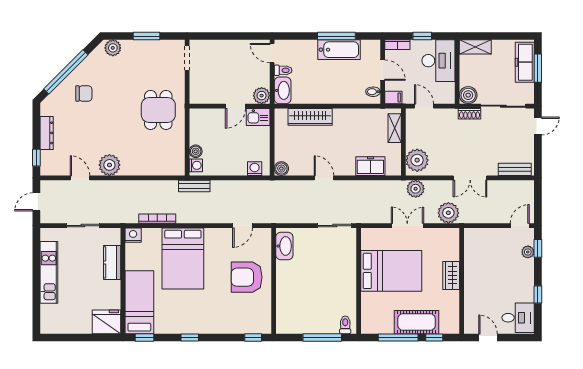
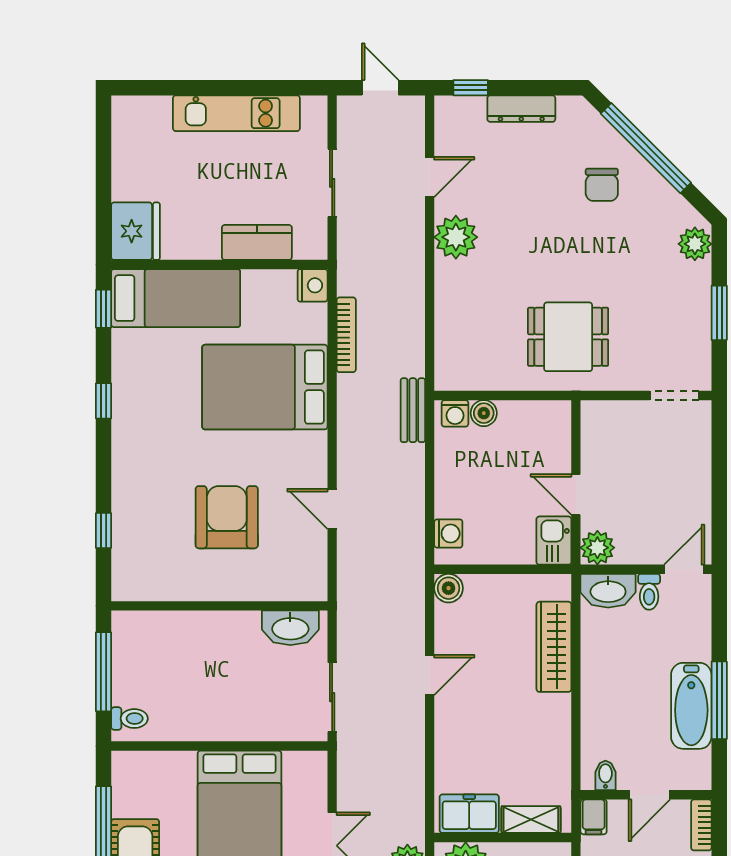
freezer: (370, 166) -> (469, 814), moved, turned -90
washbasin: (284, 246) -> (290, 628), moved
wall: (274, 281) -> (219, 606), moved

